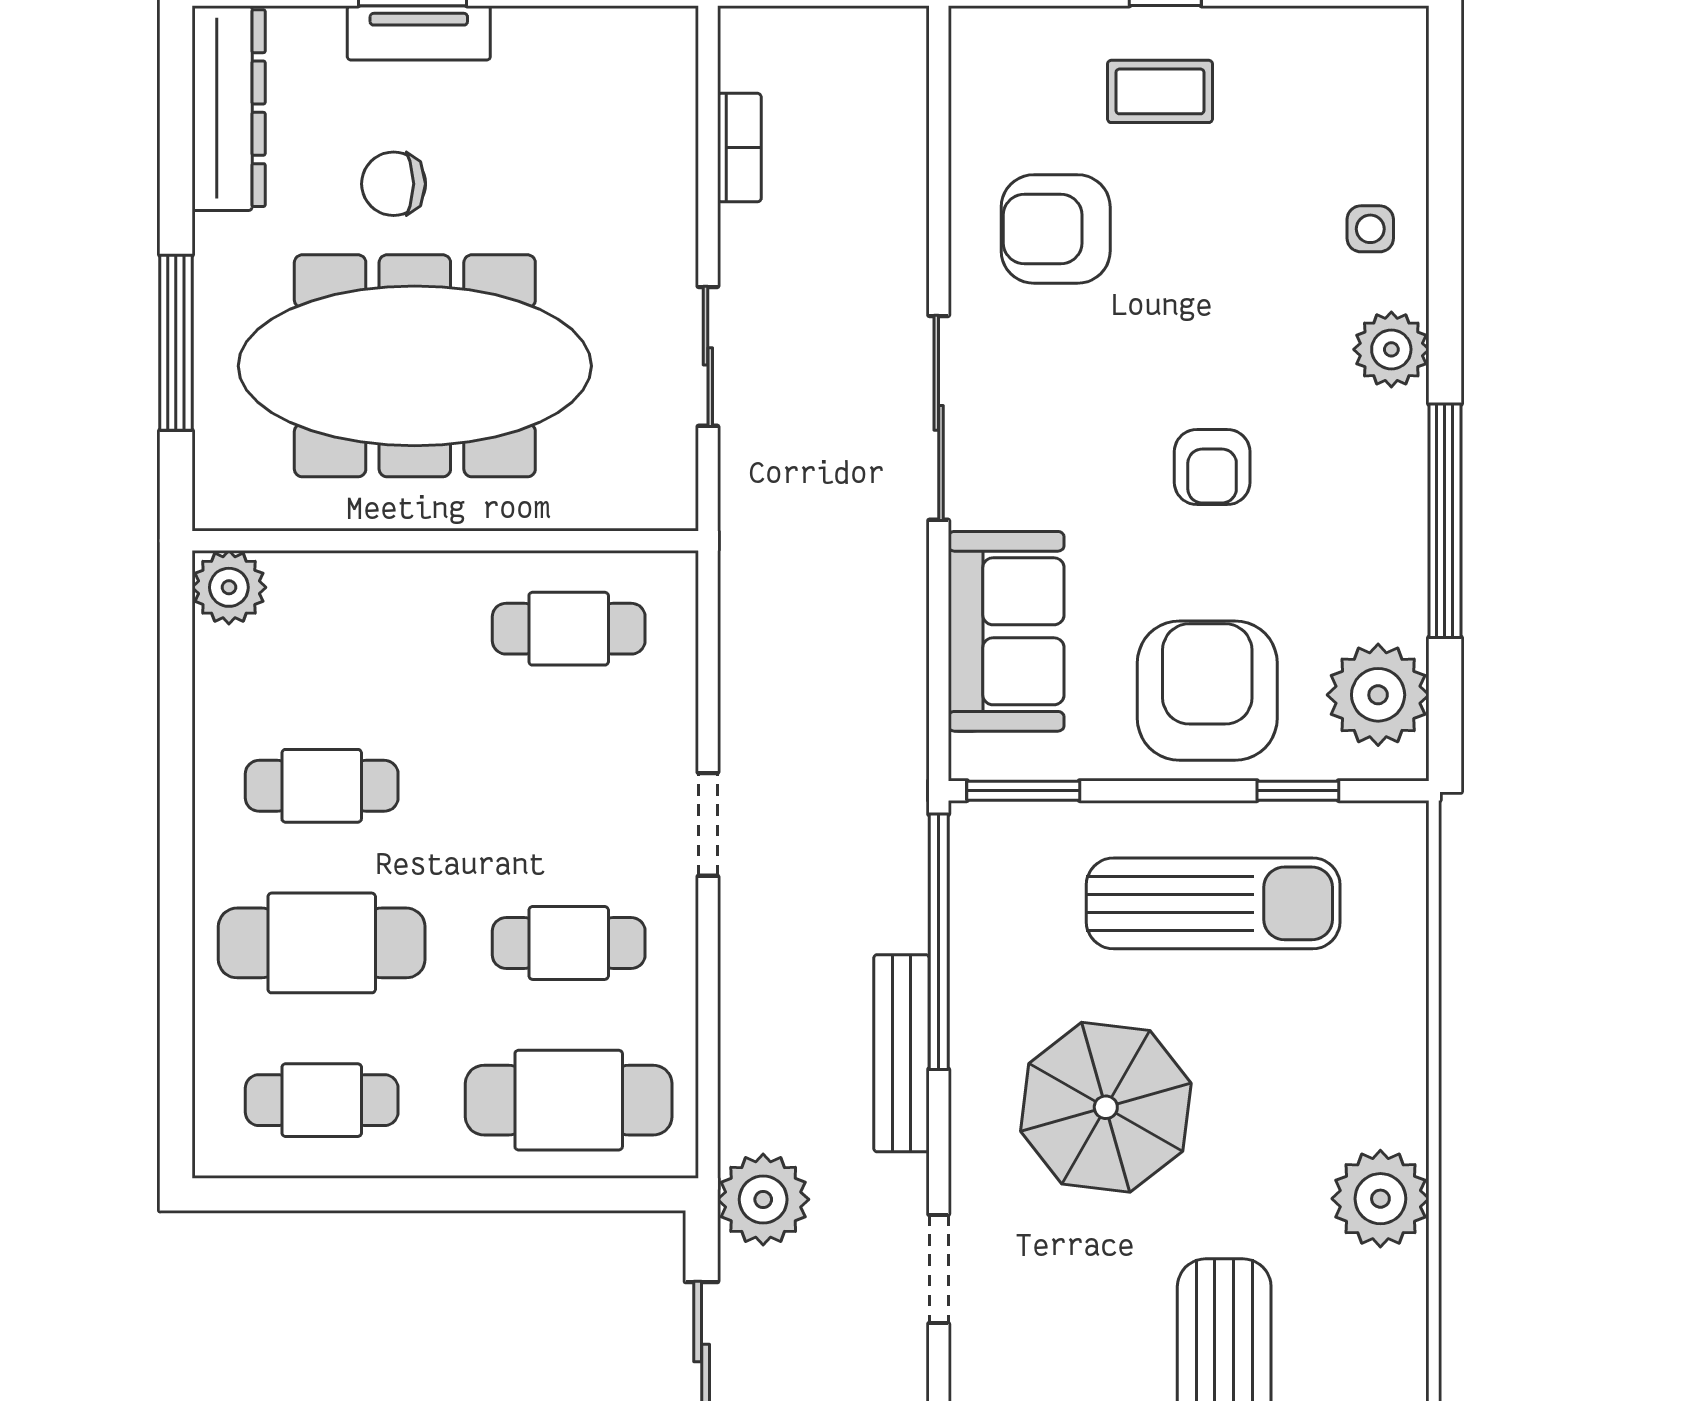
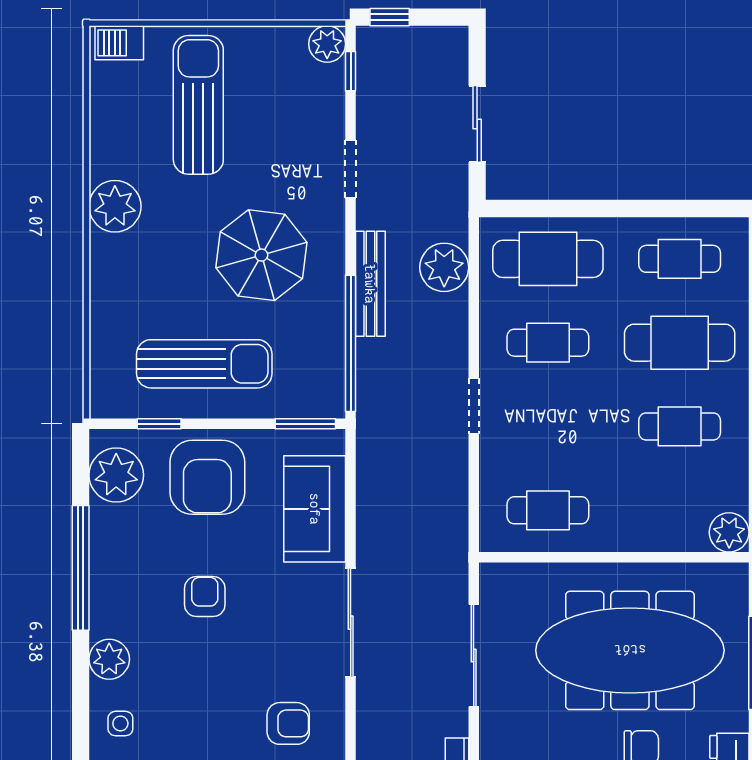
armchair: (1056, 229) -> (288, 723), width x0.72, depth x0.72
sliding door: (708, 356) -> (474, 655), width x1.37
sun lounger: (1213, 903) -> (204, 364), turned 180
plant: (763, 1199) -> (444, 267), moved

